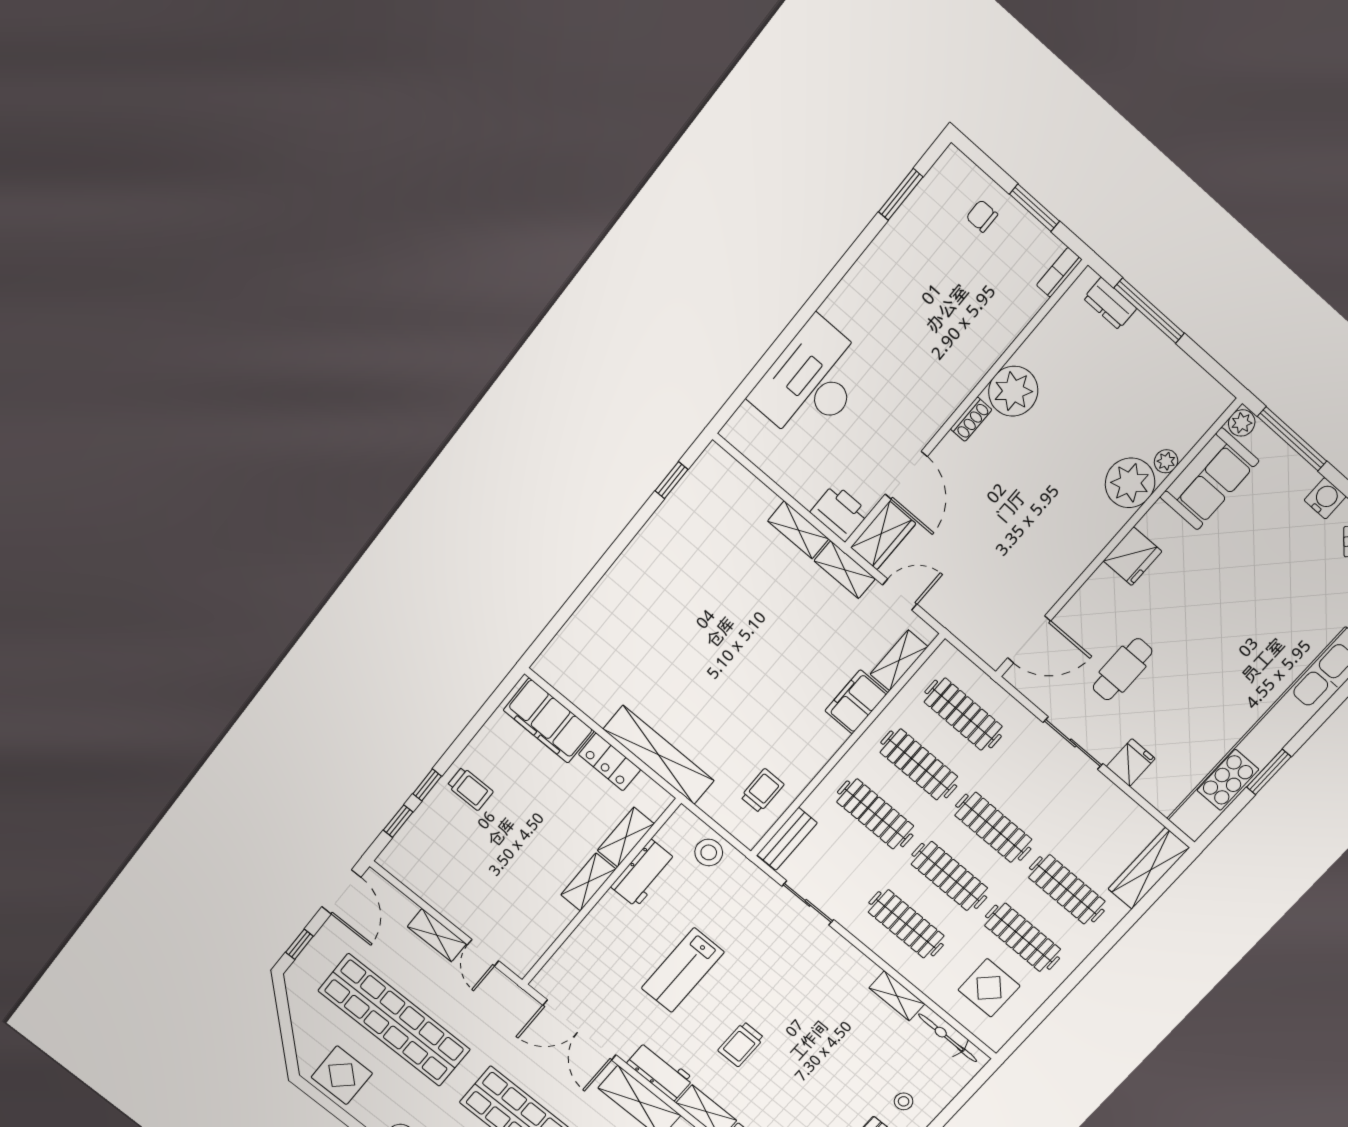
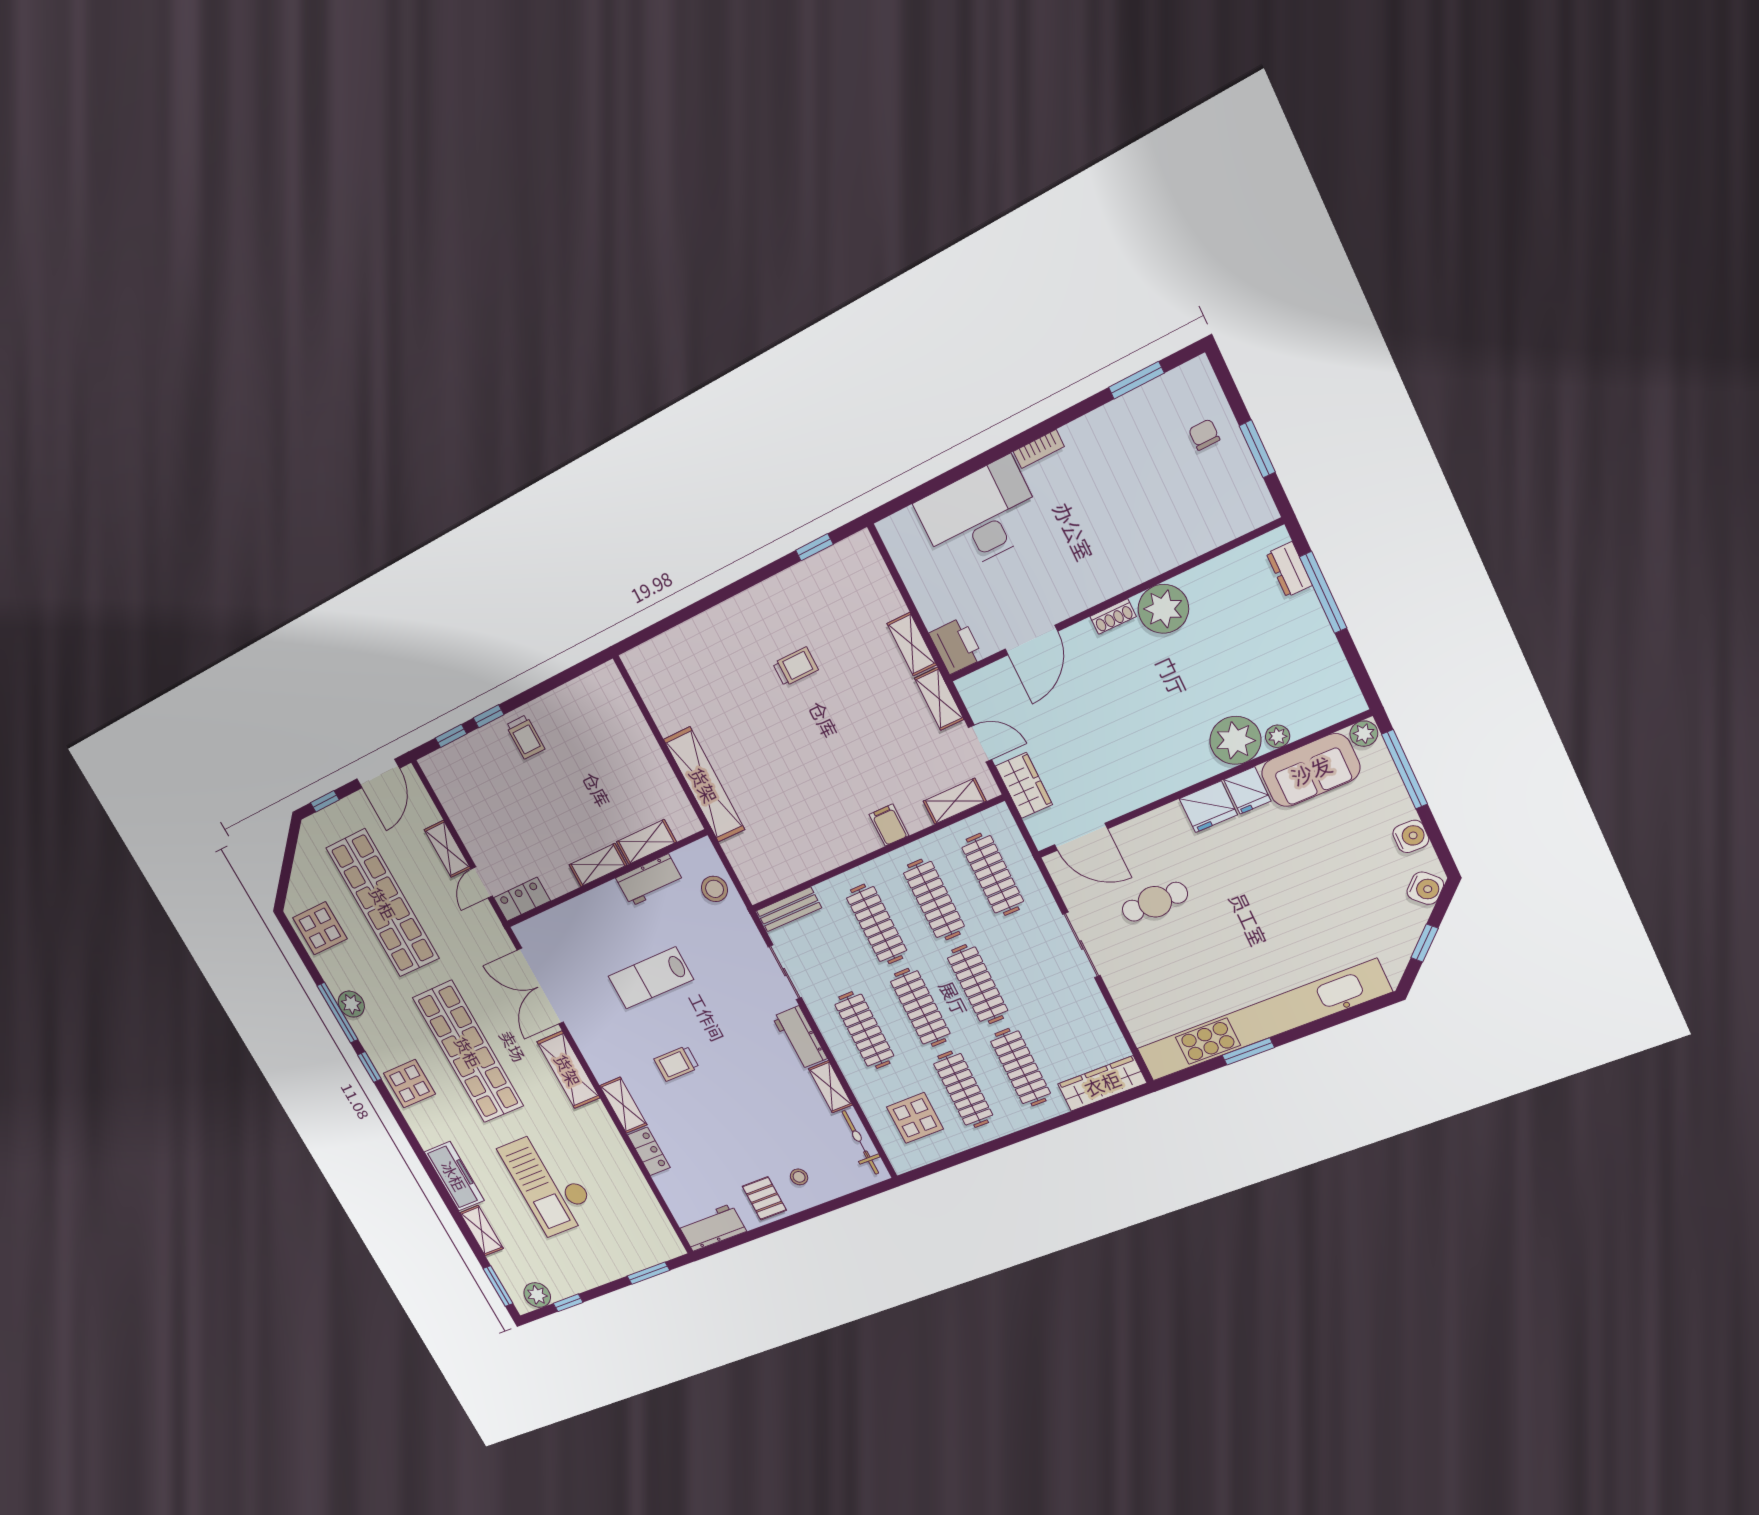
bookcase: (1059, 272) -> (1039, 449), moved, turned 180
wardrobe: (883, 536) -> (1024, 785), moved, turned -90
filing cabinet: (856, 702) -> (889, 825), width x0.50
filing cabinet: (549, 721) -> (618, 710), removed
locker: (610, 762) -> (522, 899), moved, turned 90
fridge: (1131, 763) -> (1247, 790), moved, turned 90
trolley: (762, 791) -> (795, 667), moved
workbench: (660, 1071) -> (800, 1038), moved, turned 180

